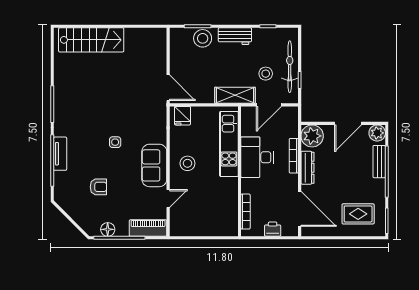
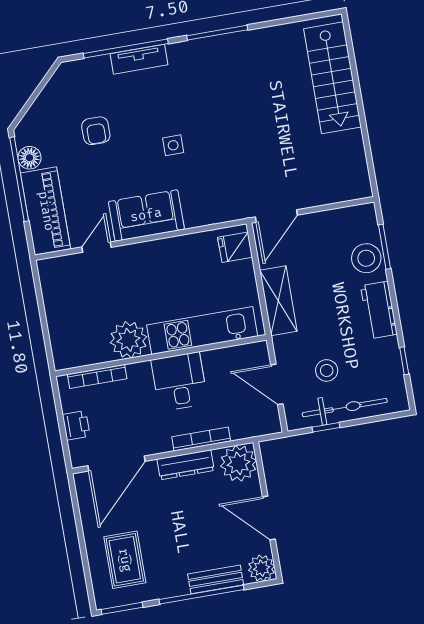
shelving: (235, 95) -> (278, 301), moved
desk: (257, 157) -> (179, 382), width x0.73
stool: (187, 163) -> (159, 269), removed
plant: (227, 189) -> (128, 340), added
door: (168, 199) -> (97, 247), swing flipped
piano: (148, 228) -> (46, 211), width x1.37, depth x1.33

